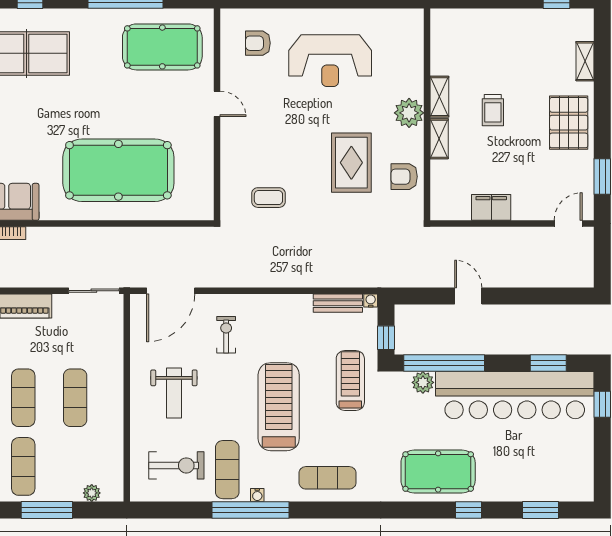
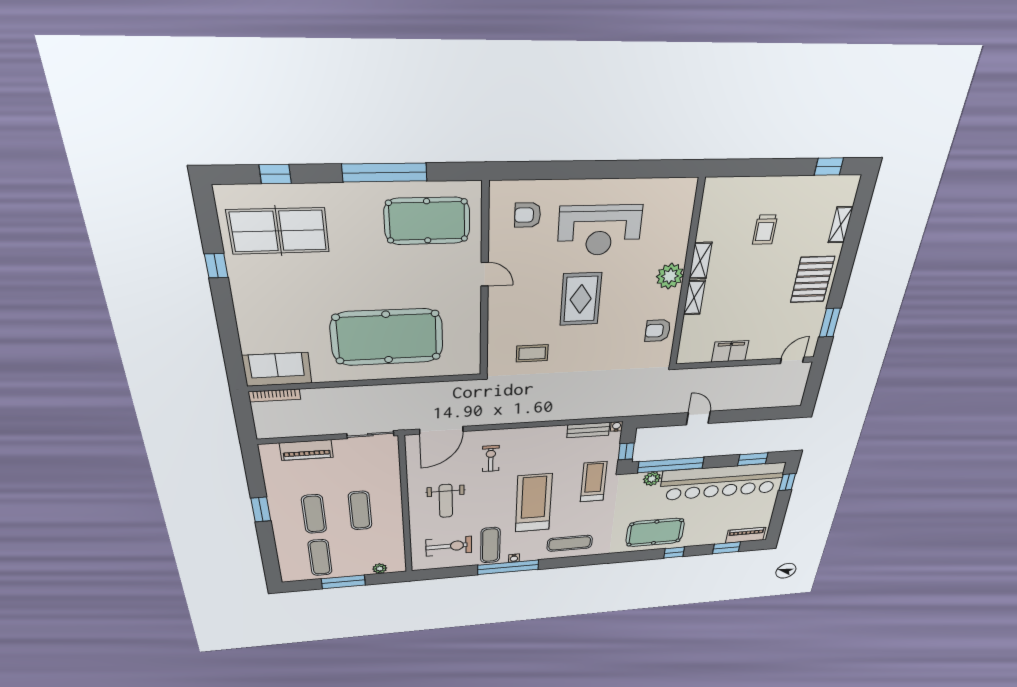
trolley: (493, 110) -> (765, 230), moved
rug: (351, 163) -> (581, 299), moved
piano: (563, 490) -> (746, 535), added

